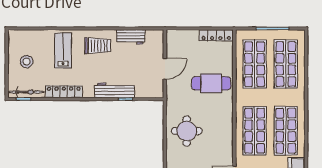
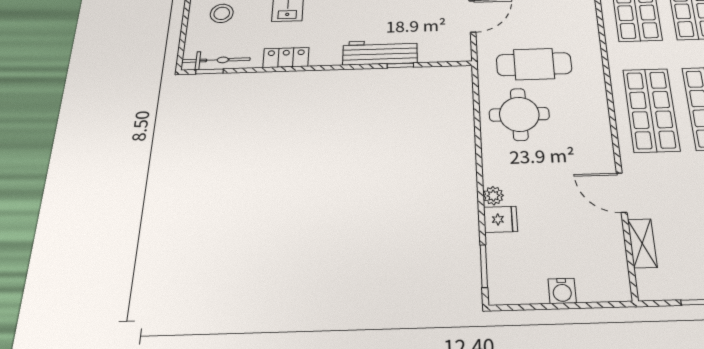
cafe table: (211, 83) -> (534, 64), moved
locker: (64, 92) -> (286, 57), width x0.66

